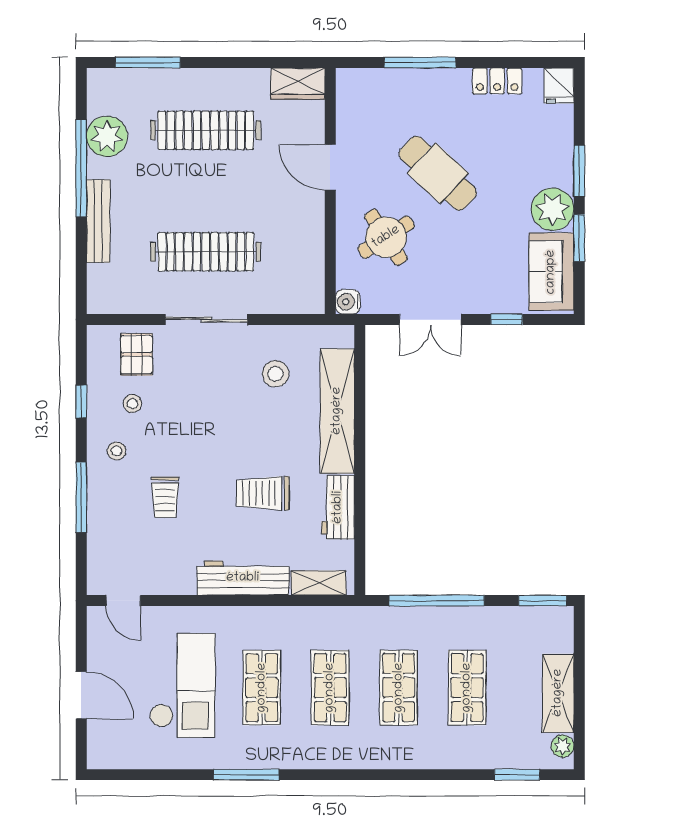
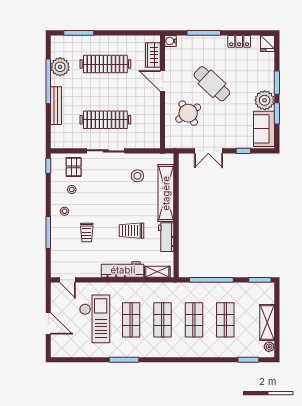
wardrobe: (298, 84) -> (153, 55), moved, turned 90
water cooler: (348, 302) -> (171, 41), moved
window: (81, 402) -> (48, 166), moved

